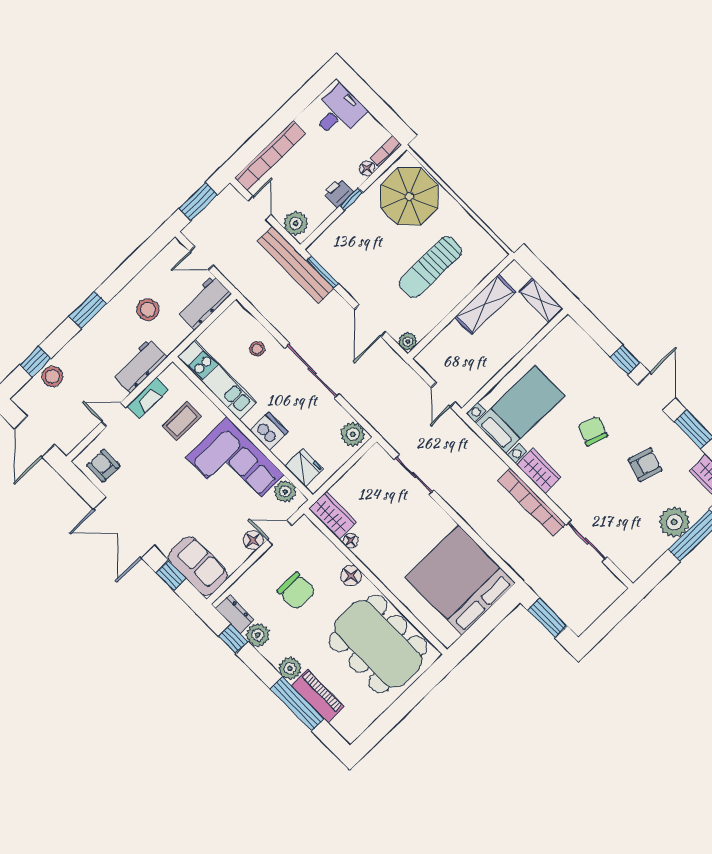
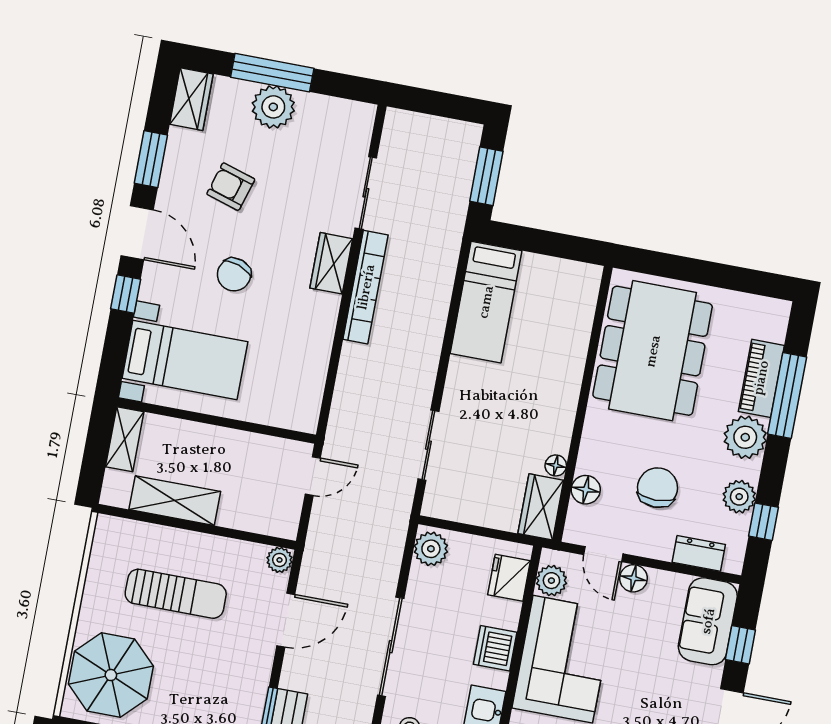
door: (656, 391) -> (137, 233), swing flipped
bed with nightstands: (520, 409) -> (185, 360), moved, turned 180
wardrobe: (539, 471) -> (331, 263), moved
floor lamp: (351, 576) -> (586, 490), moved
bed: (460, 580) -> (486, 302), width x0.49
dresser: (235, 614) -> (699, 553), moved, turned 90
plant: (290, 668) -> (745, 437), width x1.36, depth x1.36

